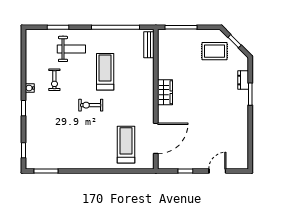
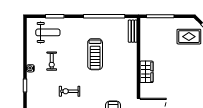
weight bench: (71, 49) -> (48, 32), moved
treadmill: (105, 72) -> (95, 54), turned 180
exercise bike: (91, 105) -> (69, 91), moved

